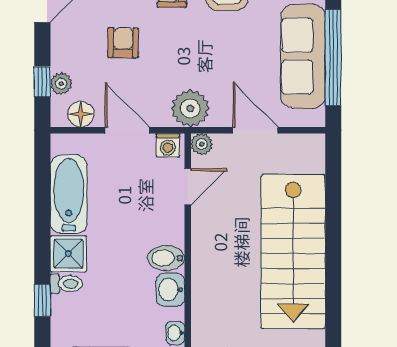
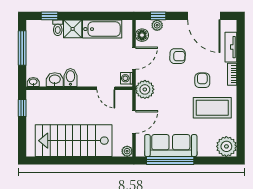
plant: (202, 144) -> (127, 151), moved

